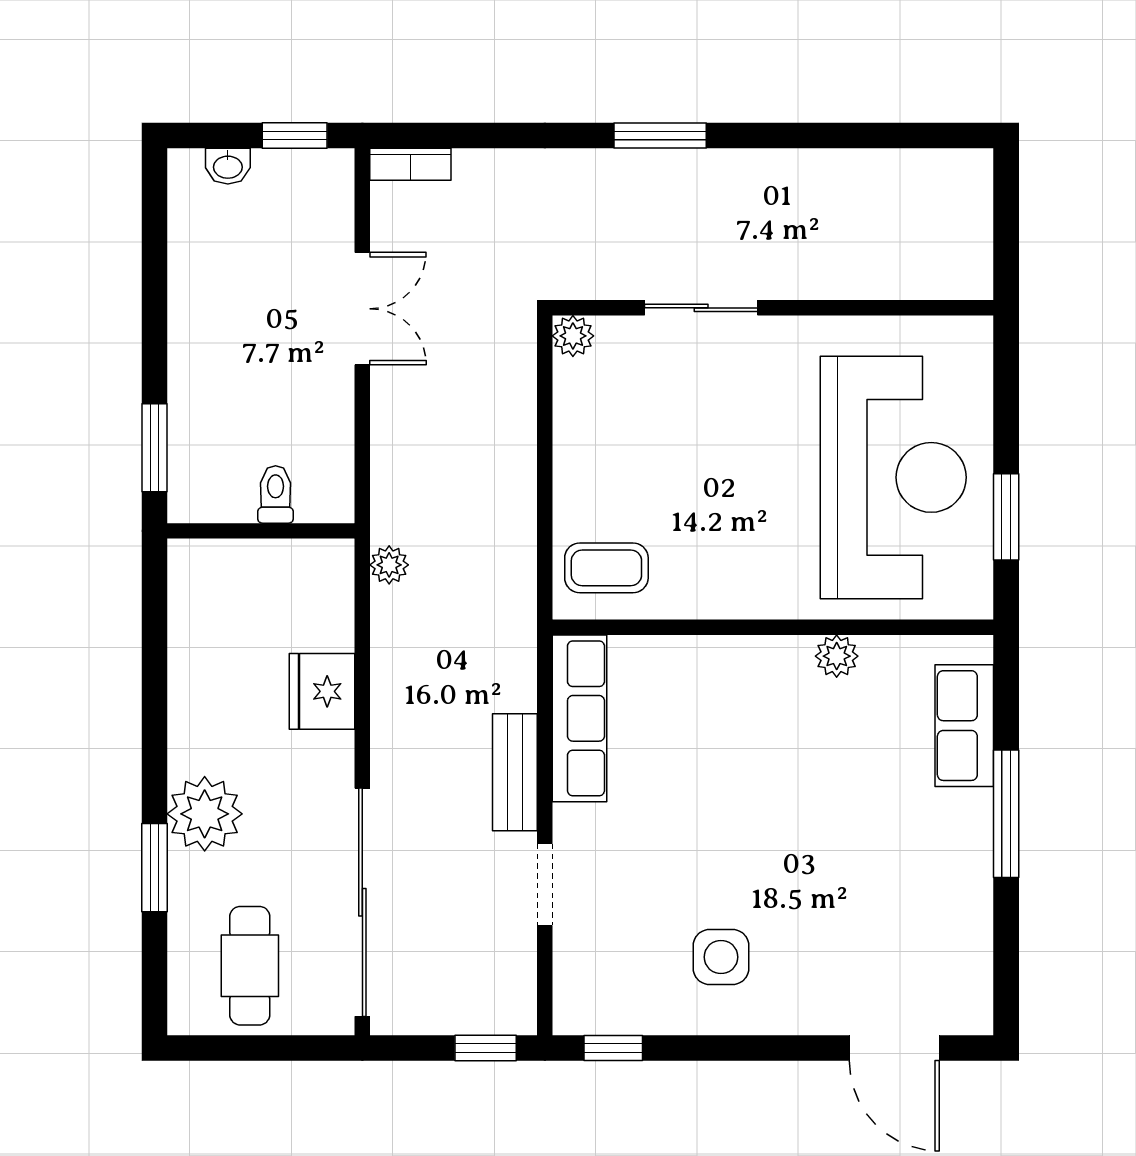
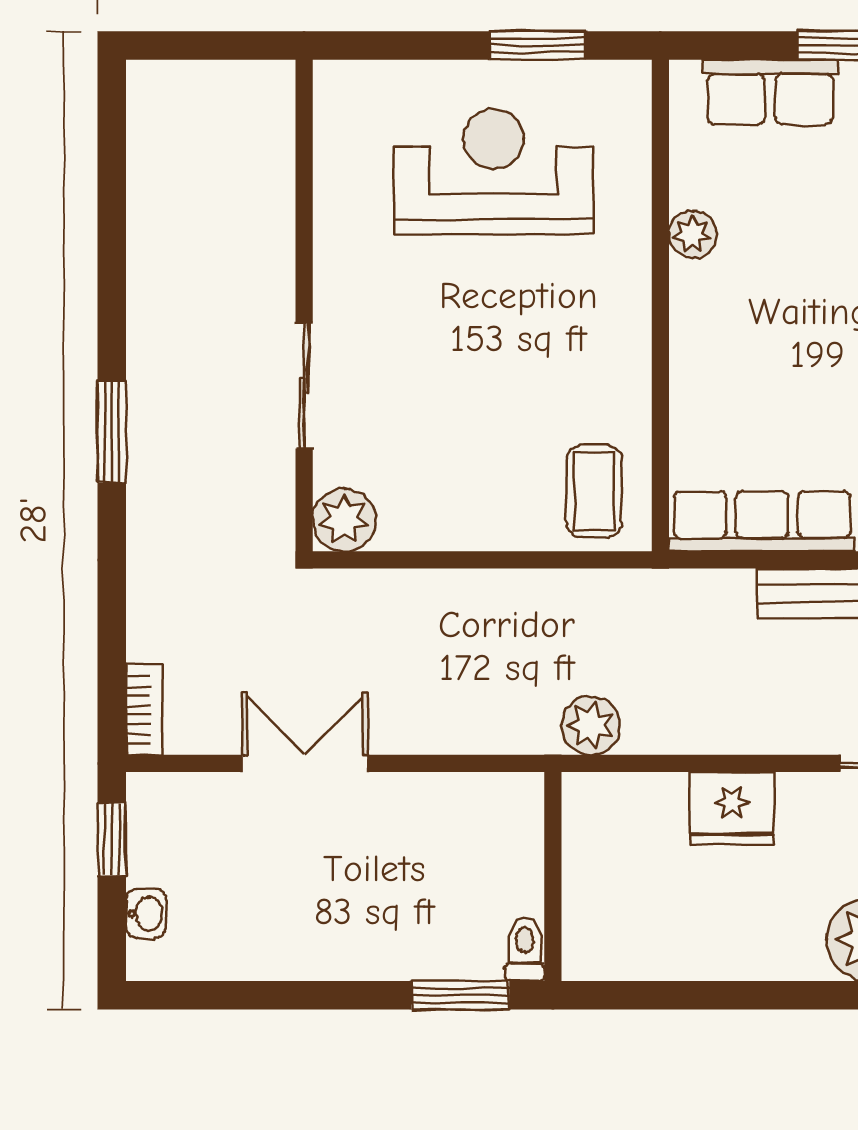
plant: (573, 336) -> (344, 520), width x1.38, depth x1.38
reception desk: (893, 477) -> (493, 171), width x0.74, depth x0.77
toilet: (276, 494) -> (525, 949), moved, turned 90
plant: (389, 565) -> (591, 726), width x1.38, depth x1.38

